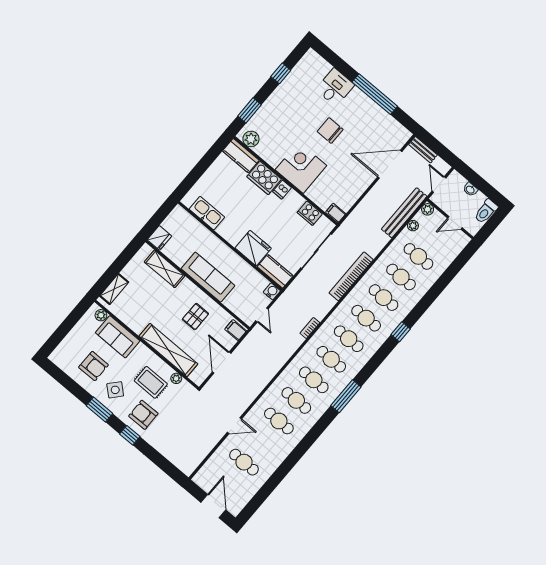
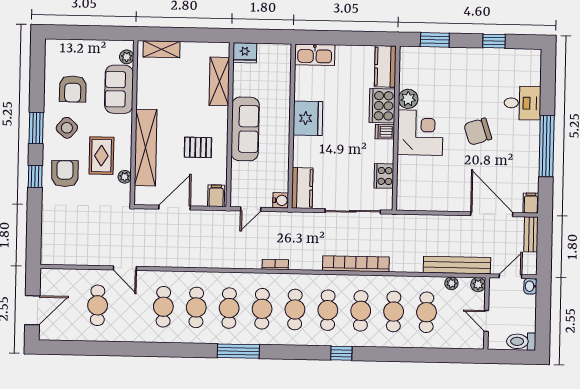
chair: (330, 130) -> (478, 132), turned -108
plant: (251, 139) -> (408, 99), moved
washbasin: (470, 189) -> (530, 286), moved
kitchen sink: (207, 213) -> (315, 55), moved, turned 90
filing cabinet: (336, 213) -> (531, 203), moved
fridge: (253, 248) -> (308, 118), moved

